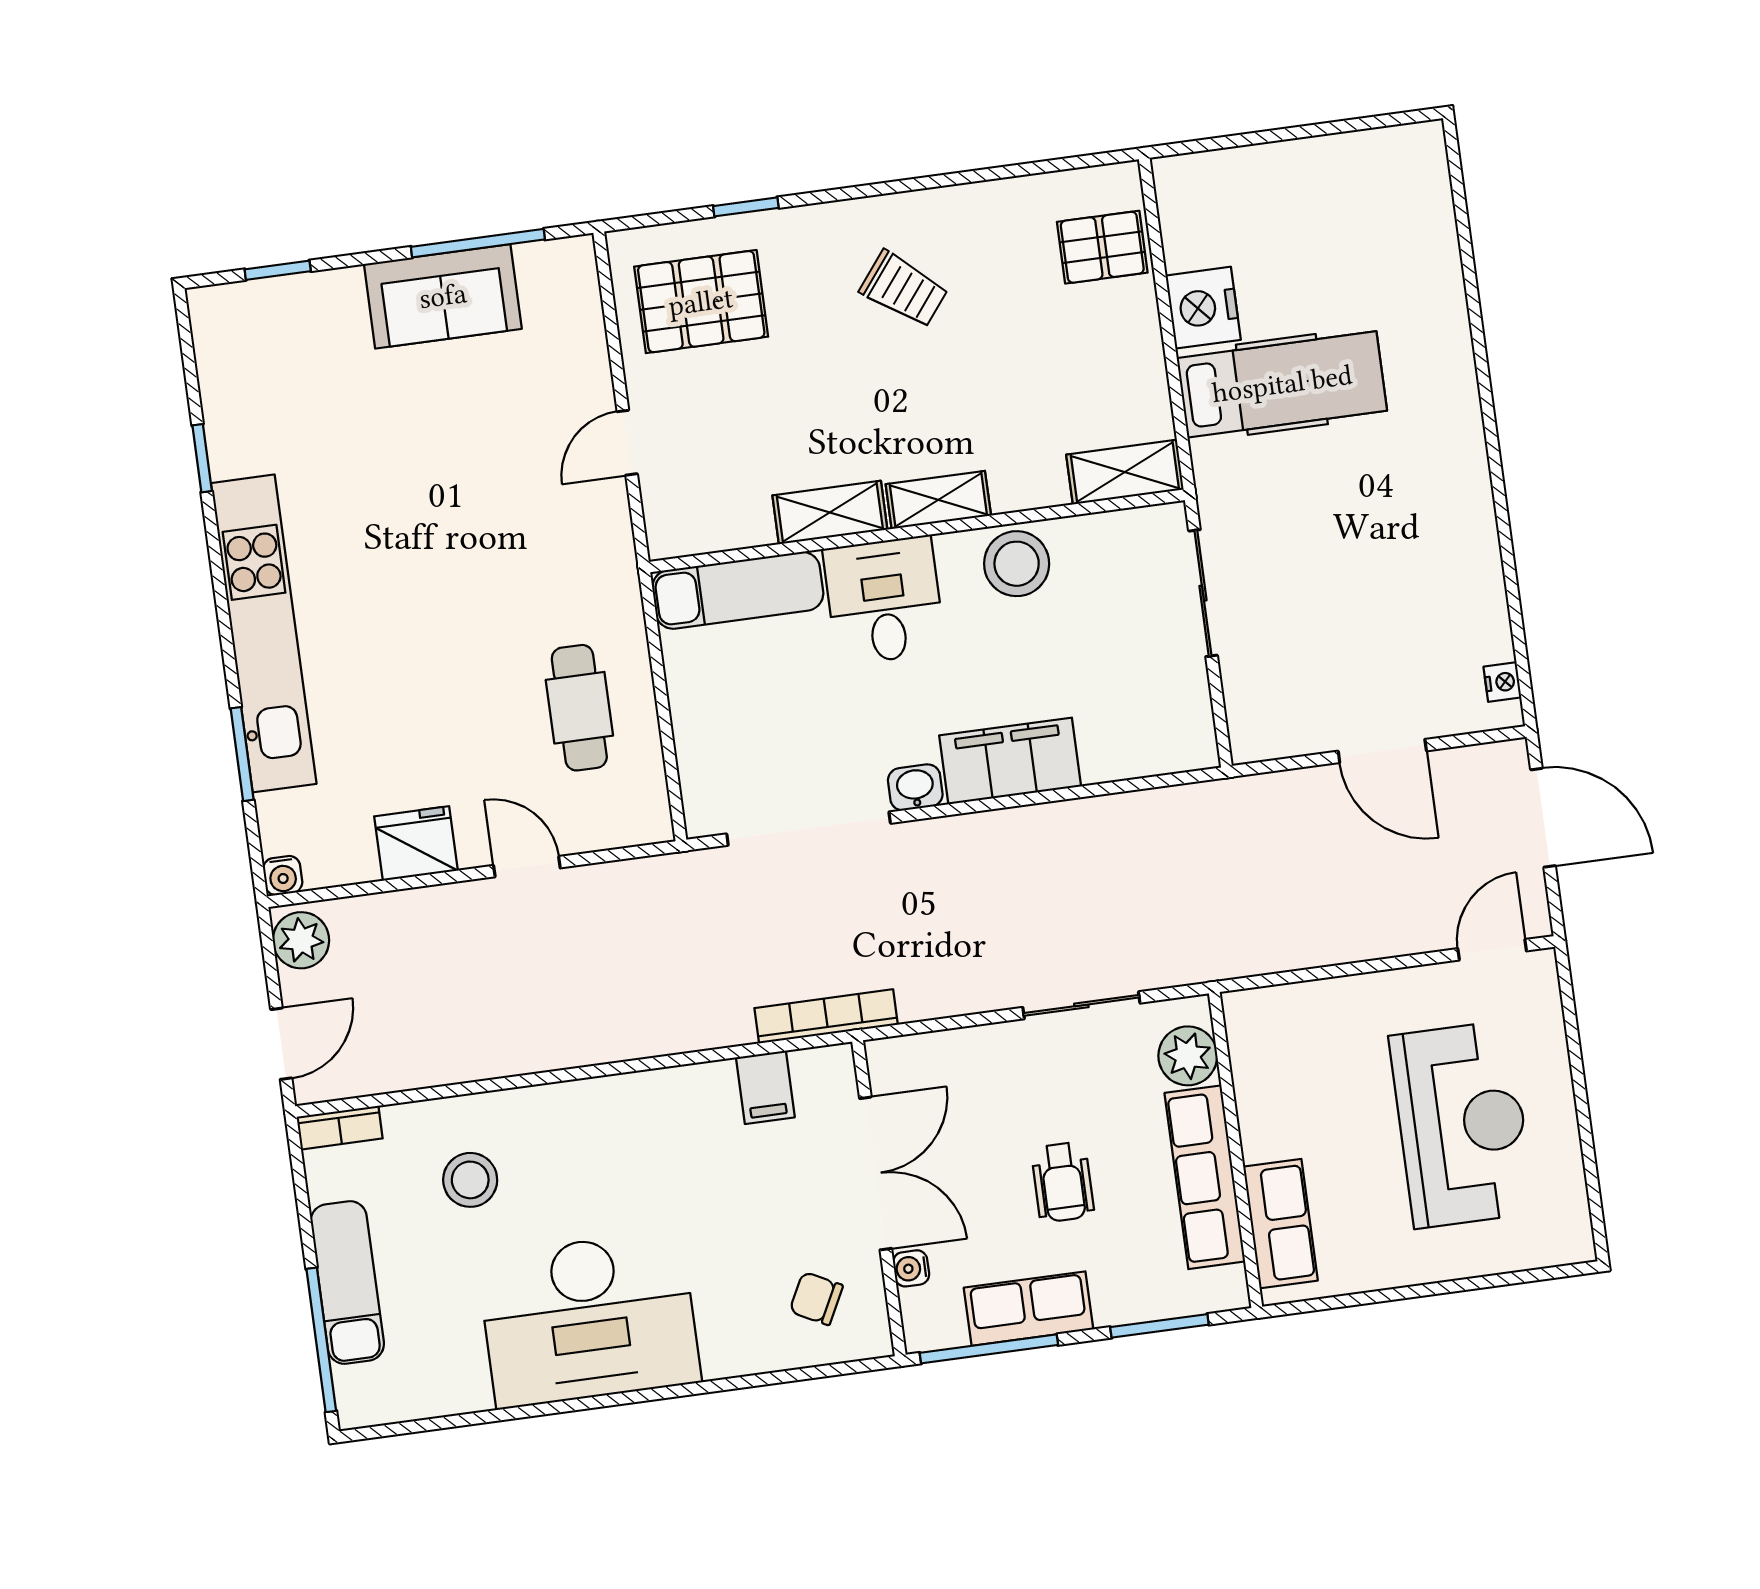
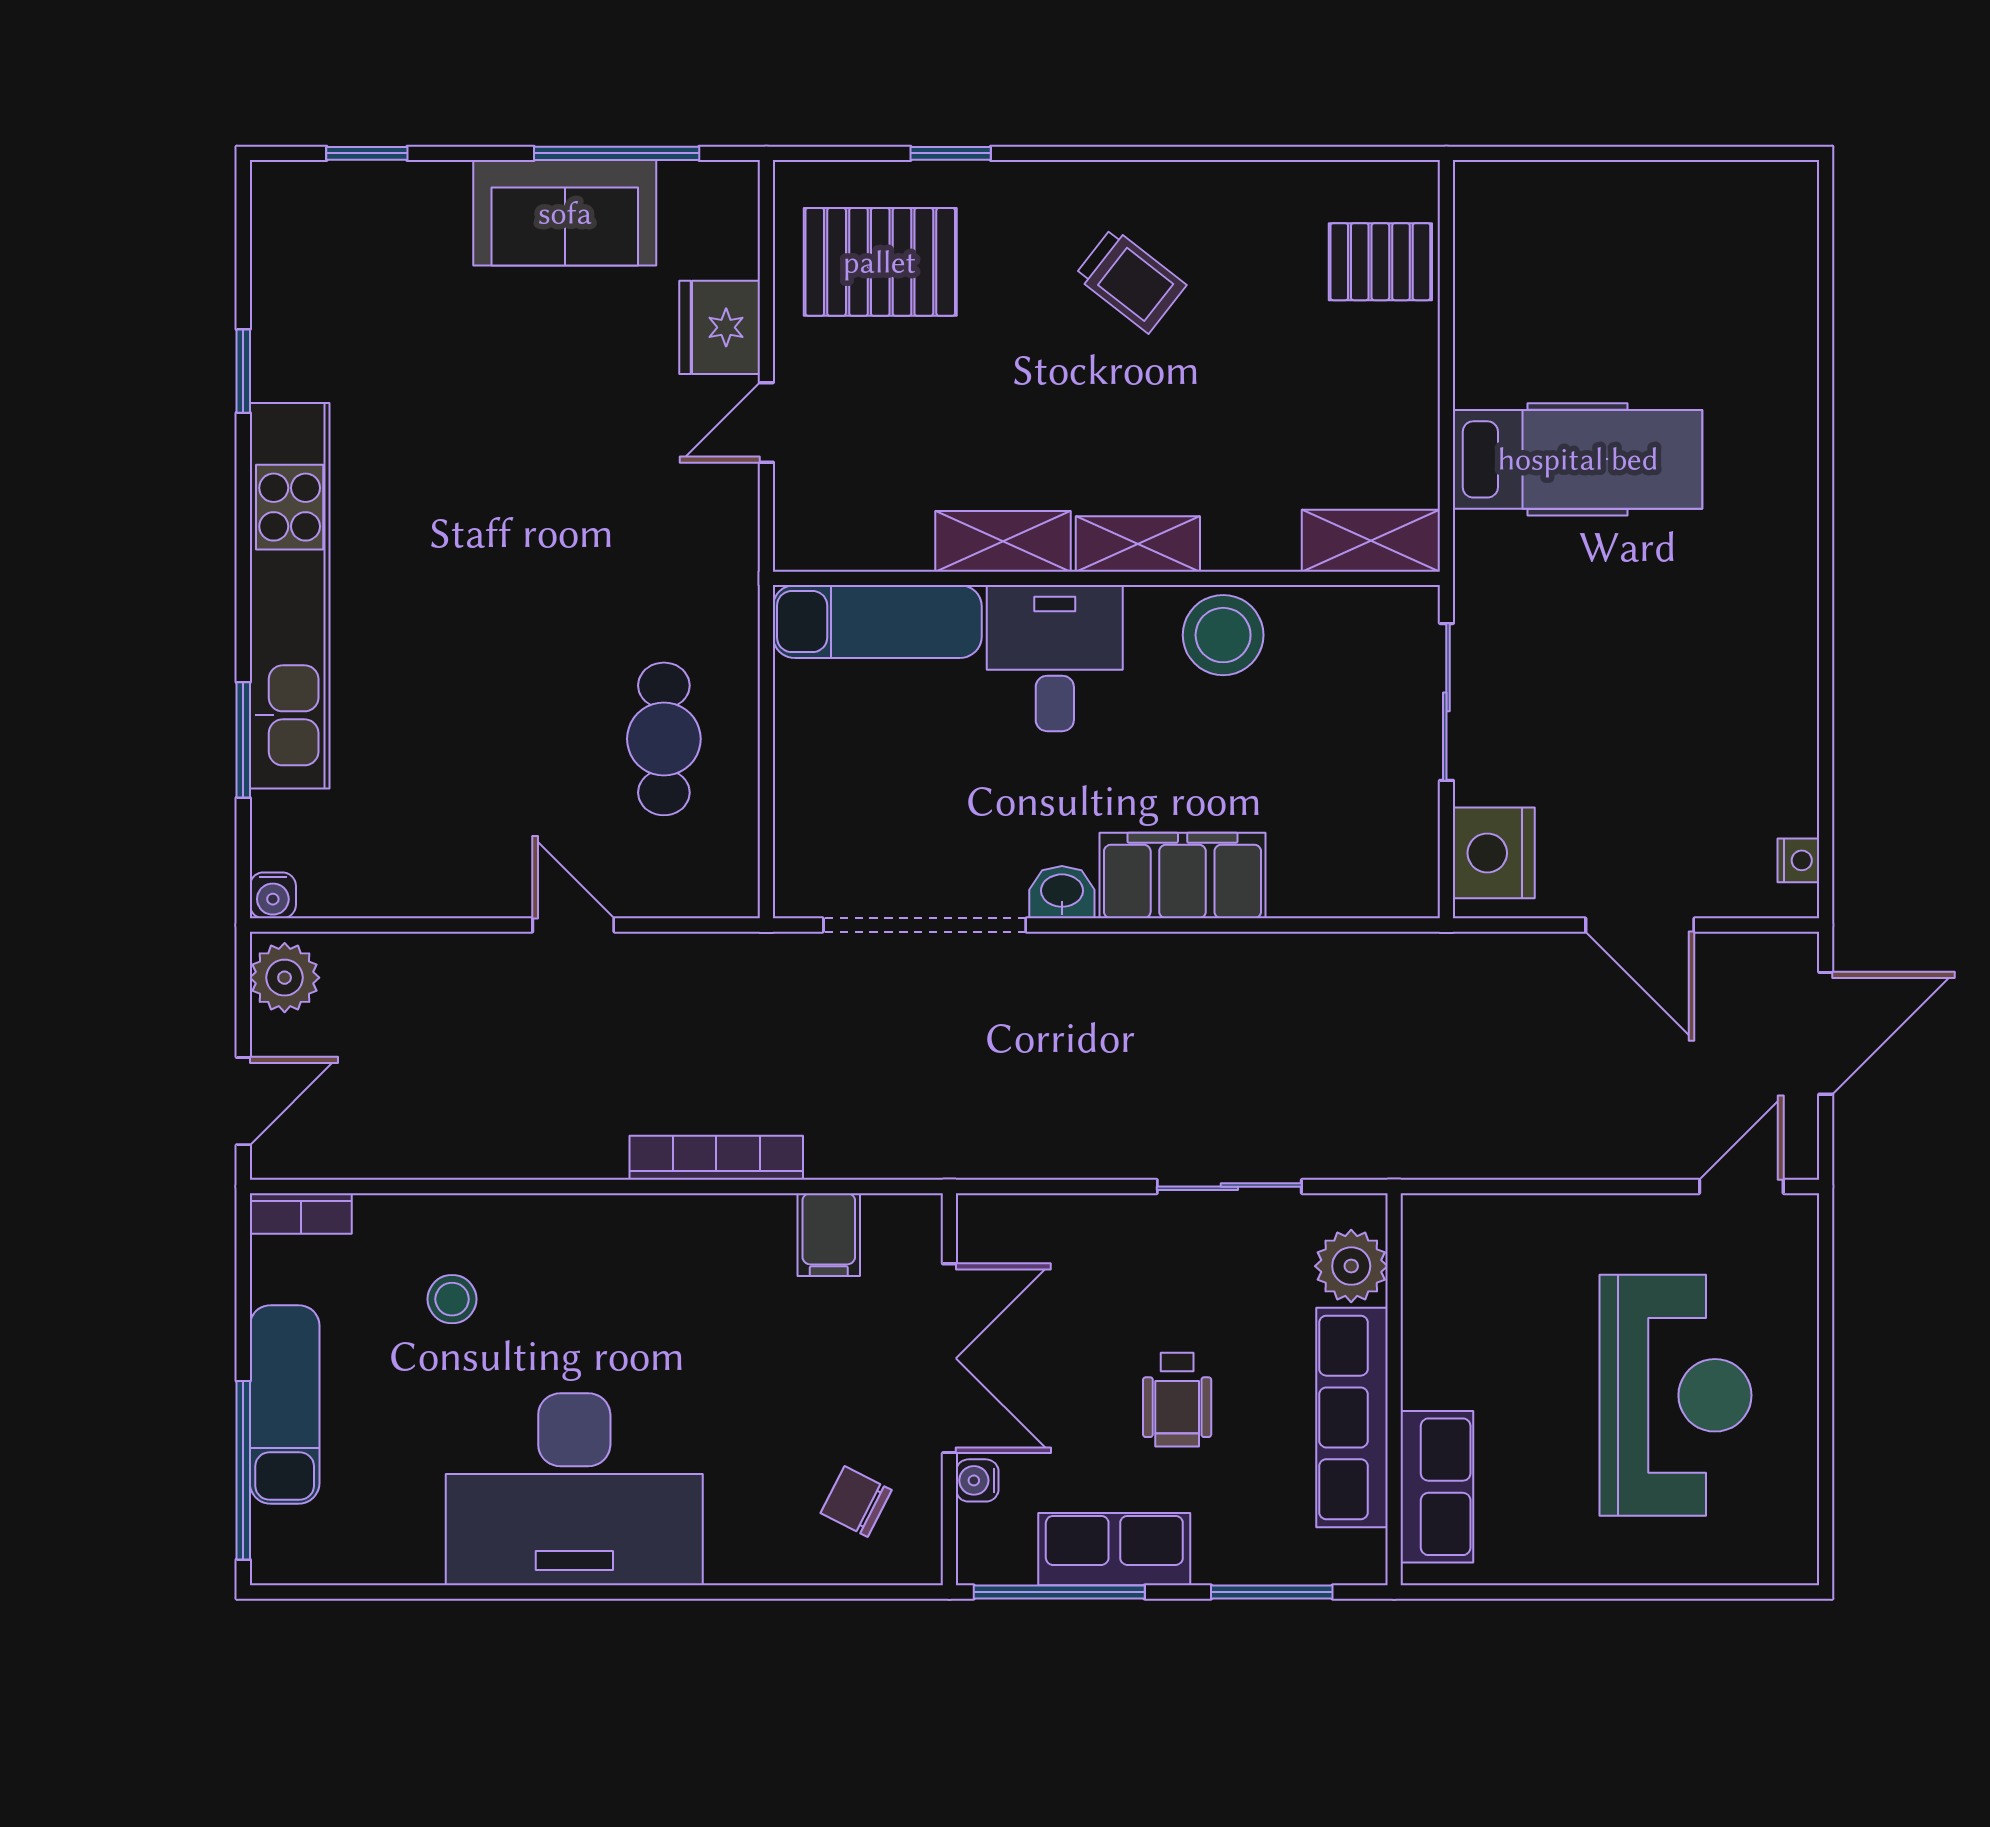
nightstand: (1203, 308) -> (1494, 853), moved
door: (1543, 818) -> (1826, 1033), hinge flipped
fridge: (416, 843) -> (720, 327), moved, turned -90
bookcase: (826, 1016) -> (716, 1158), moved
stool: (470, 1180) -> (452, 1299), width x0.73, depth x0.73

